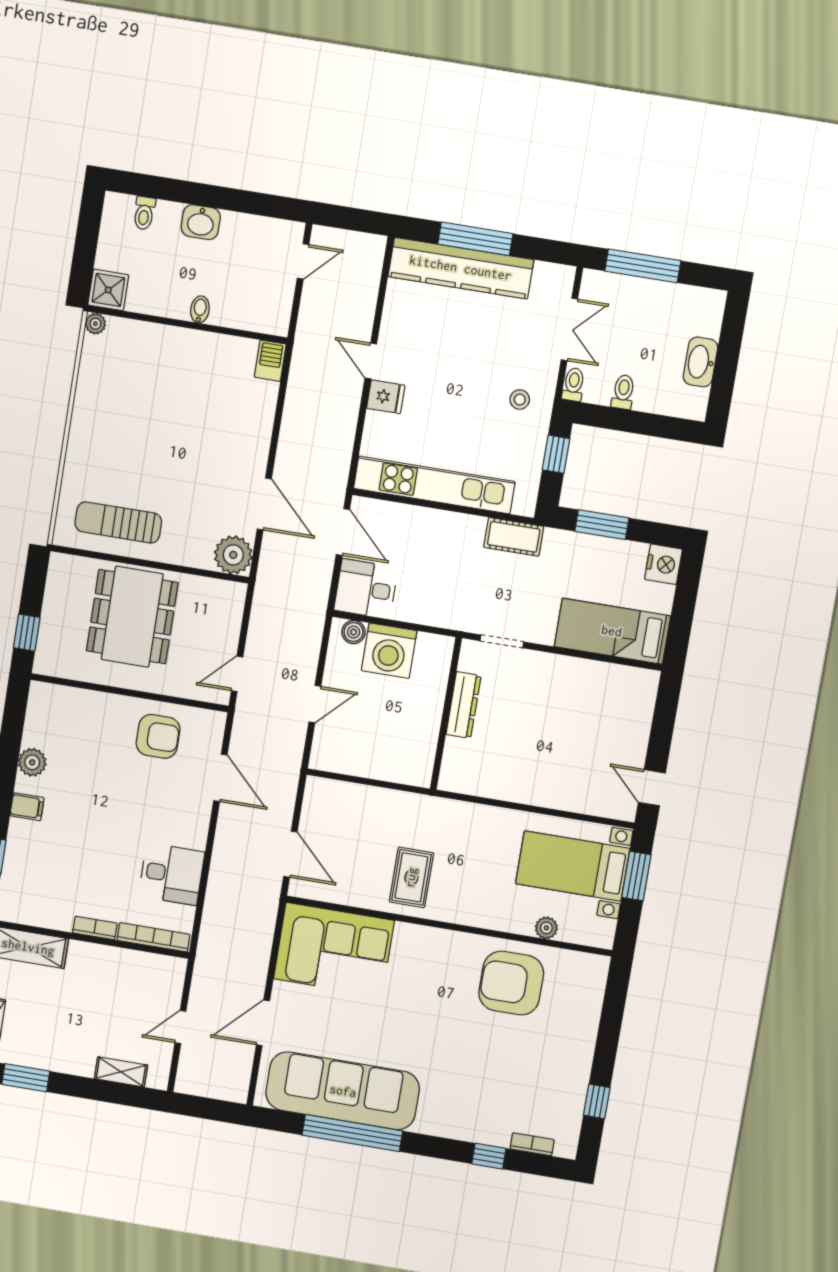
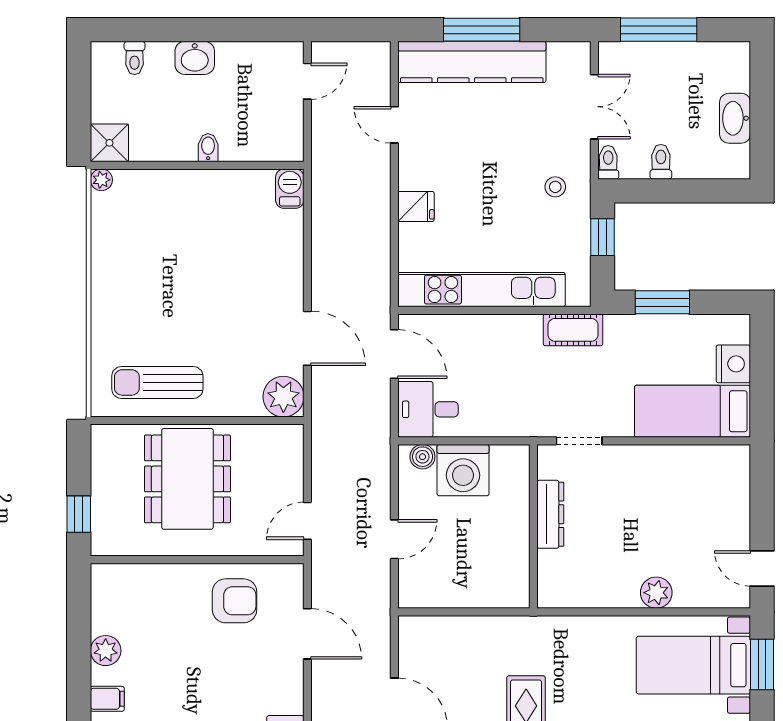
door: (371, 361) -> (394, 125), moved
nightstand: (663, 564) -> (733, 364), moved
plant: (550, 794) -> (656, 593), added

